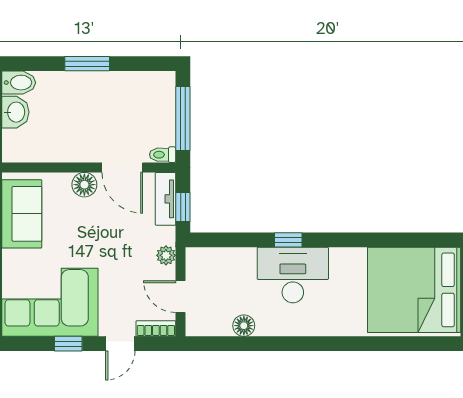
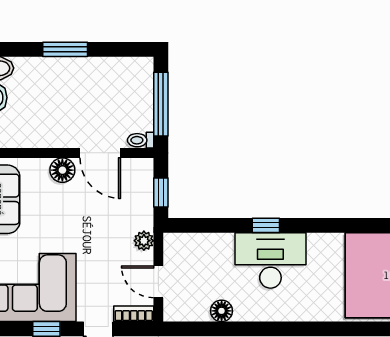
tv unit: (166, 199) -> (143, 184), removed

